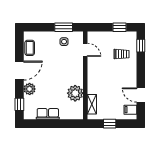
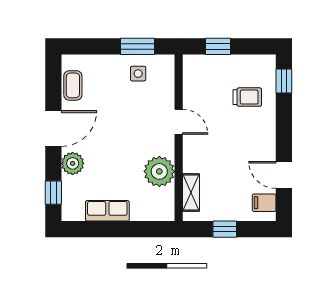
window: (120, 27) -> (218, 46), moved
door: (85, 50) -> (179, 122), moved

